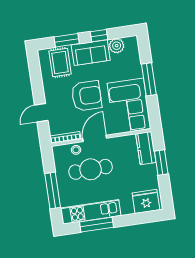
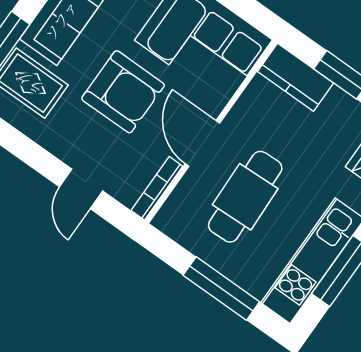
armchair: (87, 96) -> (123, 92), turned 90
stool: (76, 150) -> (193, 190), removed

